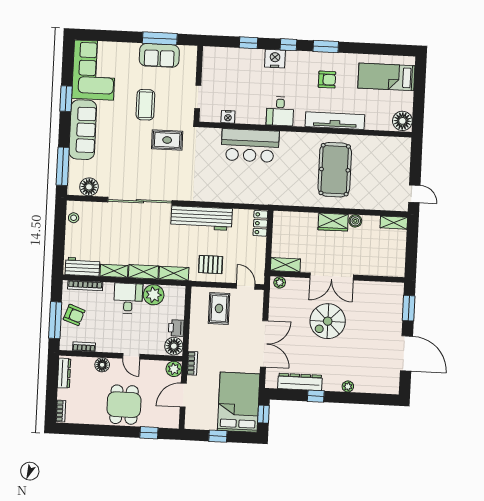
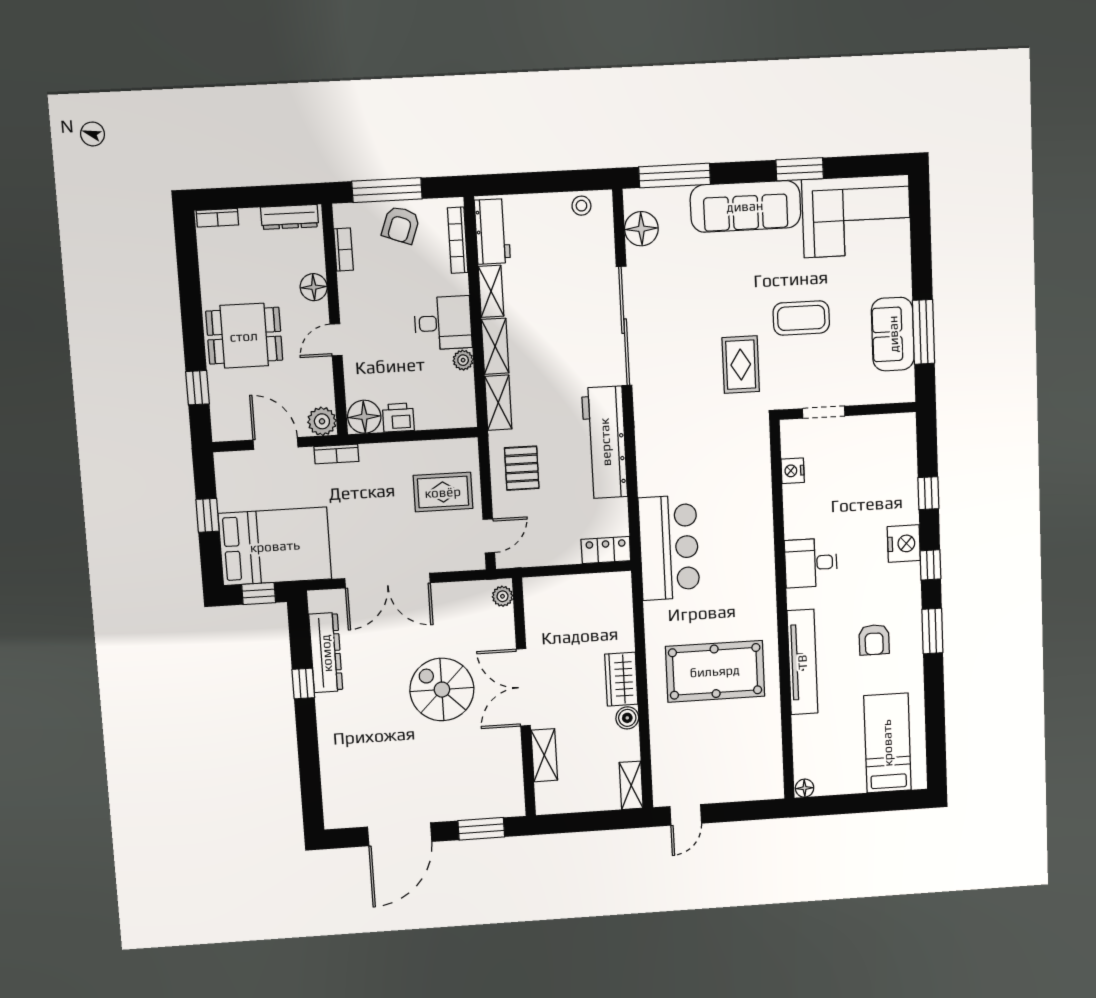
floor lamp: (402, 121) -> (805, 788), width x0.53, depth x0.53
bar counter: (250, 145) -> (669, 548), moved, turned 180
shelving: (285, 265) -> (544, 755), moved
plant: (154, 295) -> (463, 360), width x0.53, depth x0.53
plant: (348, 386) -> (328, 739), removed

